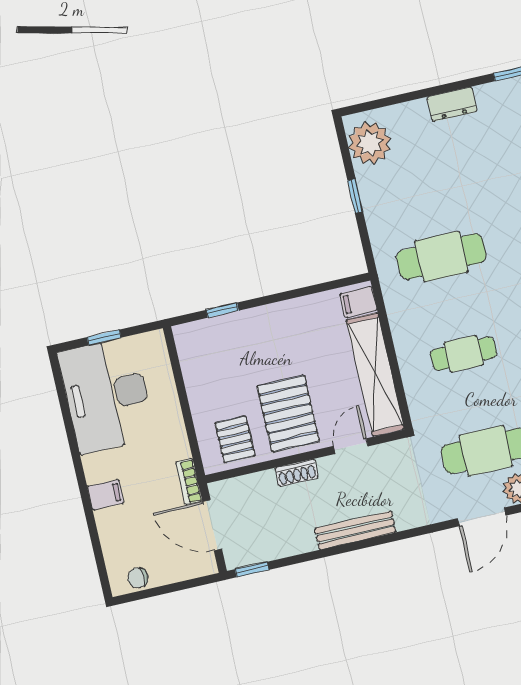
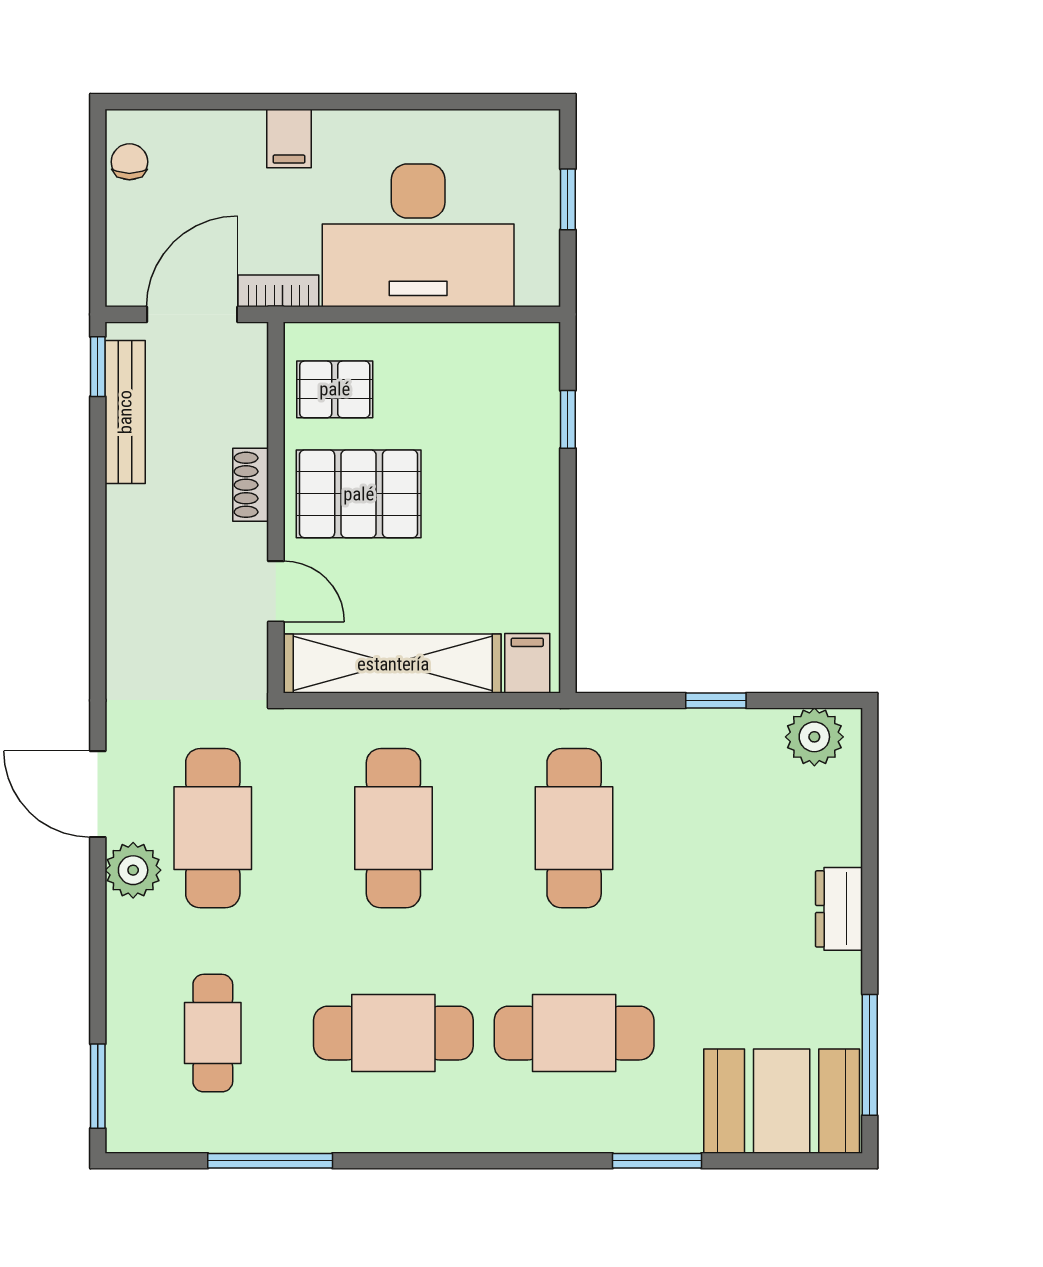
plant: (370, 143) -> (814, 737), width x0.73, depth x0.73
cafe table: (464, 354) -> (393, 828), width x1.37, depth x1.35
desk: (107, 395) -> (418, 235), moved, turned 180
bench: (355, 530) -> (125, 412), moved

